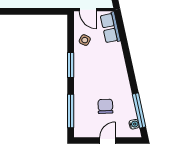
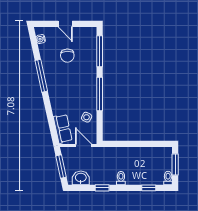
window: (71, 65) -> (100, 94), width x1.44
window: (139, 111) -> (41, 76), moved
door: (108, 141) -> (65, 24), hinge flipped

